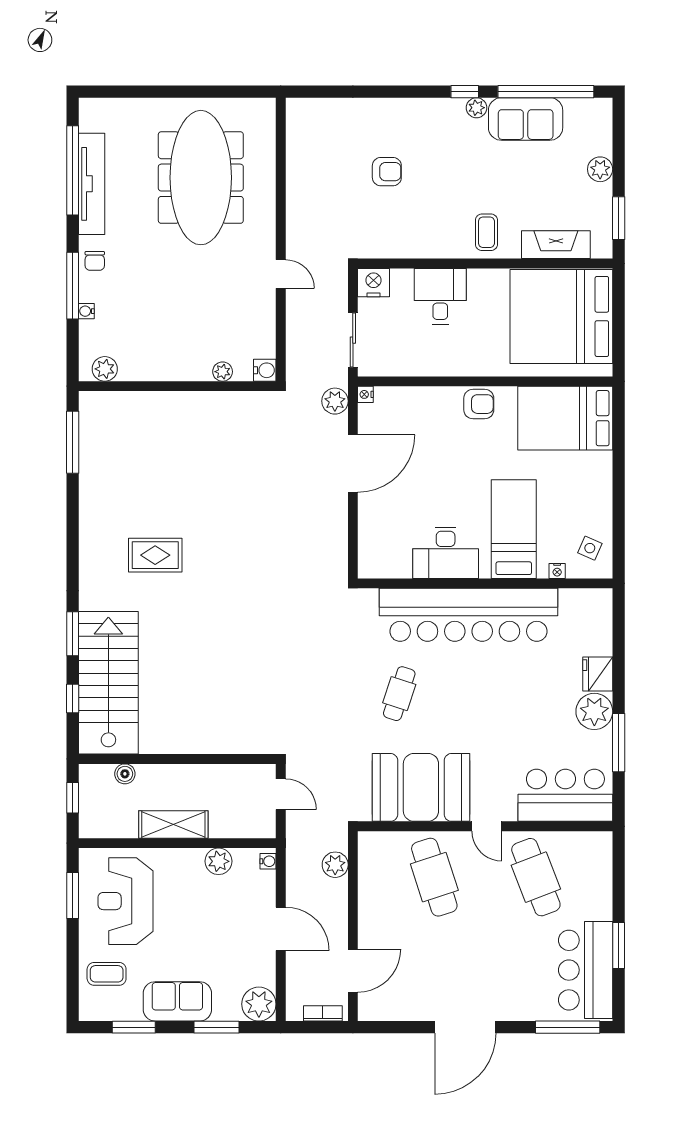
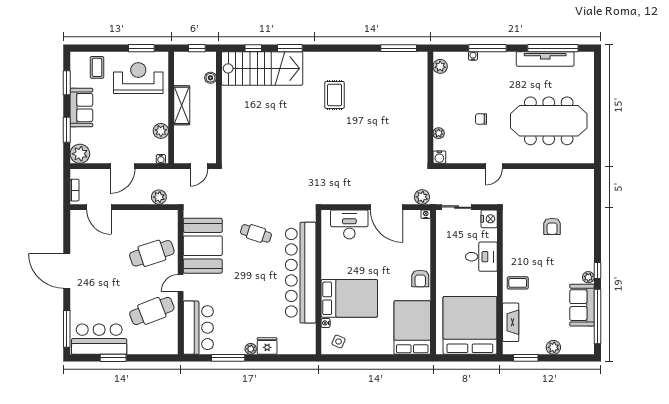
chair: (95, 261) -> (481, 119), moved
bed: (514, 529) -> (349, 298), width x1.50
desk: (446, 553) -> (349, 224), moved, turned 90
plant: (594, 711) -> (251, 349), width x0.53, depth x0.53

